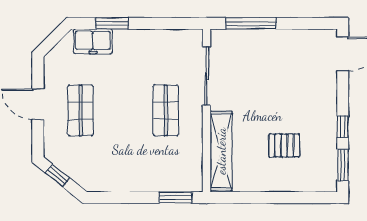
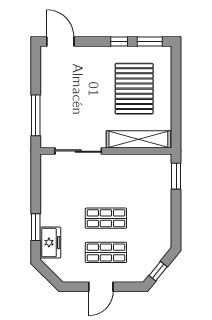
shop shelf: (166, 110) -> (106, 218), moved
pallet: (284, 145) -> (134, 89), width x2.05, depth x2.00

